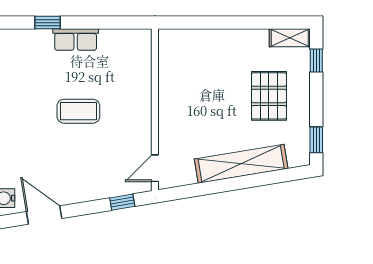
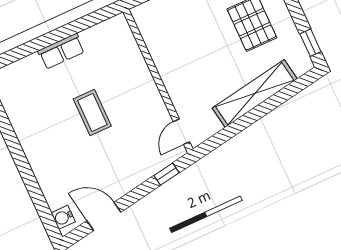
window: (48, 23) -> (30, 48), removed
coffee table: (78, 111) -> (92, 113), turned 90

